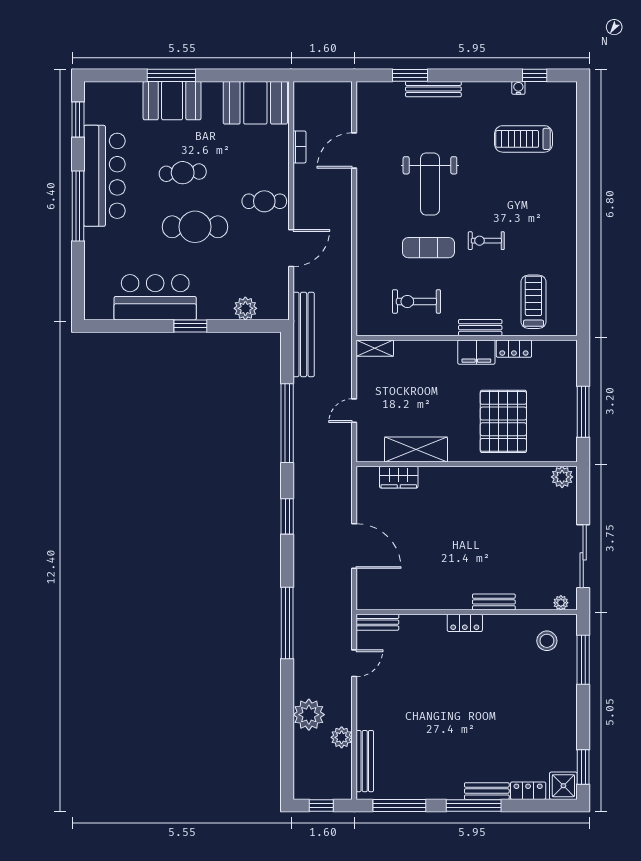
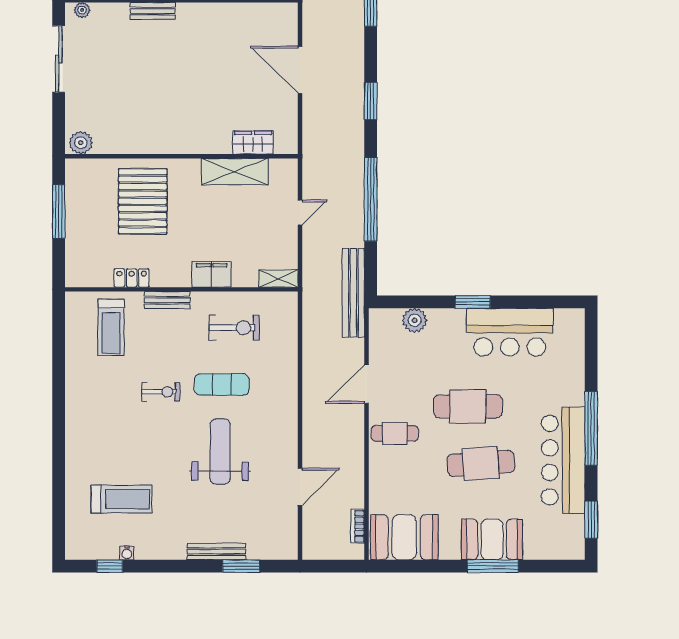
bookcase: (299, 147) -> (358, 526), moved
cafe table: (183, 173) -> (481, 463), width x1.37, depth x1.35
filing cabinet: (476, 352) -> (212, 274), moved

